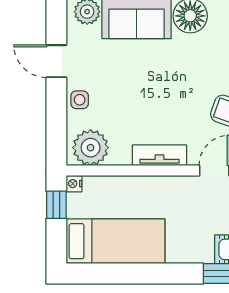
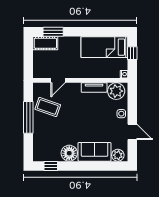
tv unit: (160, 155) -> (94, 88), moved
window: (56, 205) -> (132, 53), moved

